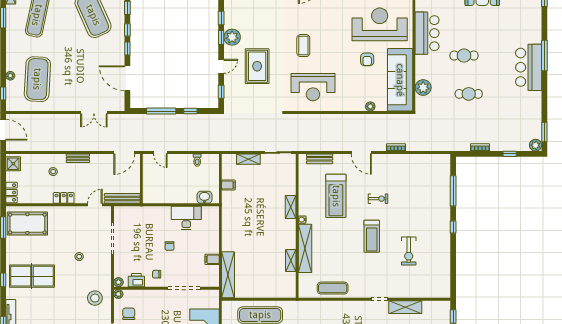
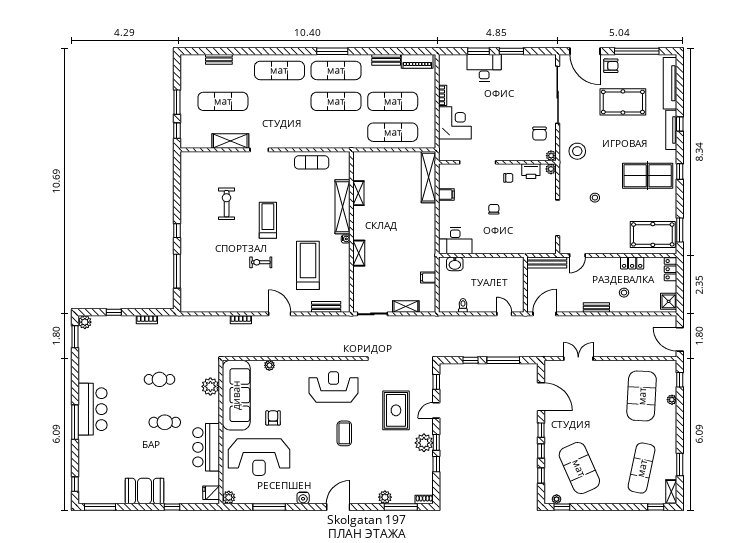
locker: (64, 198) -> (632, 263), moved
desk: (186, 218) -> (455, 241), moved

